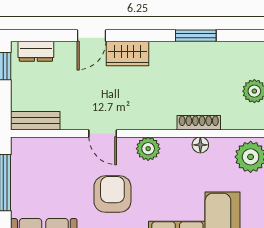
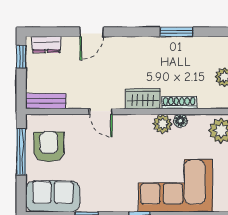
wardrobe: (127, 53) -> (143, 99), moved, turned 180
plant: (148, 149) -> (163, 124), moved
armchair: (112, 194) -> (49, 147), moved

